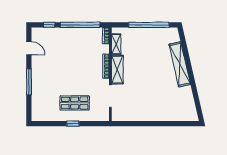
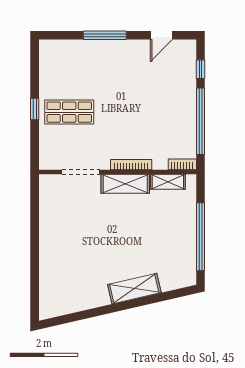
shelving: (180, 64) -> (134, 289), width x0.68
shop shelf: (75, 103) -> (69, 112), turned 90

